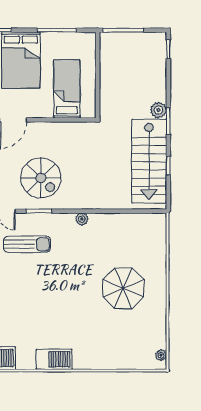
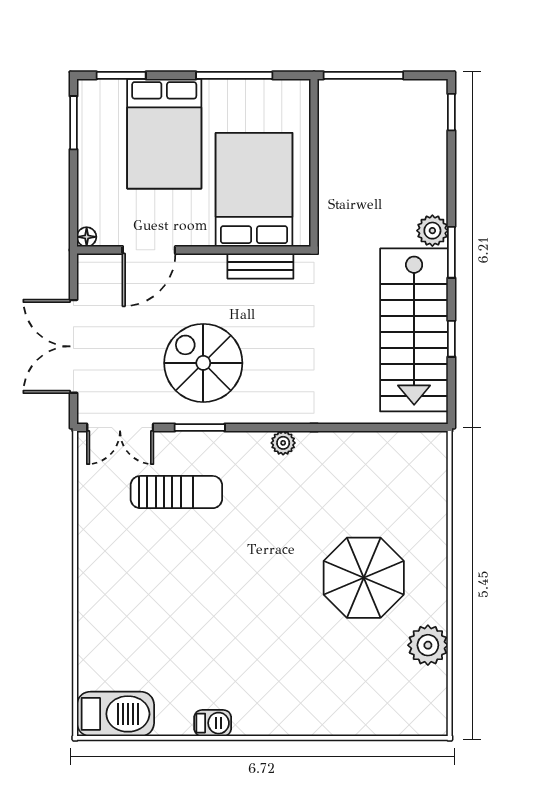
bed: (67, 89) -> (254, 190), width x1.50
bench: (70, 128) -> (260, 266), added
spiral stairs: (41, 178) -> (203, 363), turned 180
plant: (161, 355) -> (428, 645), moved, width x1.88, depth x1.88
barbecue: (54, 359) -> (213, 723), width x0.53, depth x0.65

